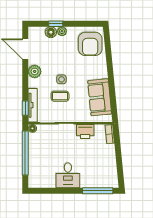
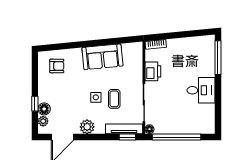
plant: (62, 31) -> (43, 121), moved
armchair: (90, 44) -> (57, 66), width x0.53, depth x0.53
sofa: (100, 97) -> (102, 57), moved

